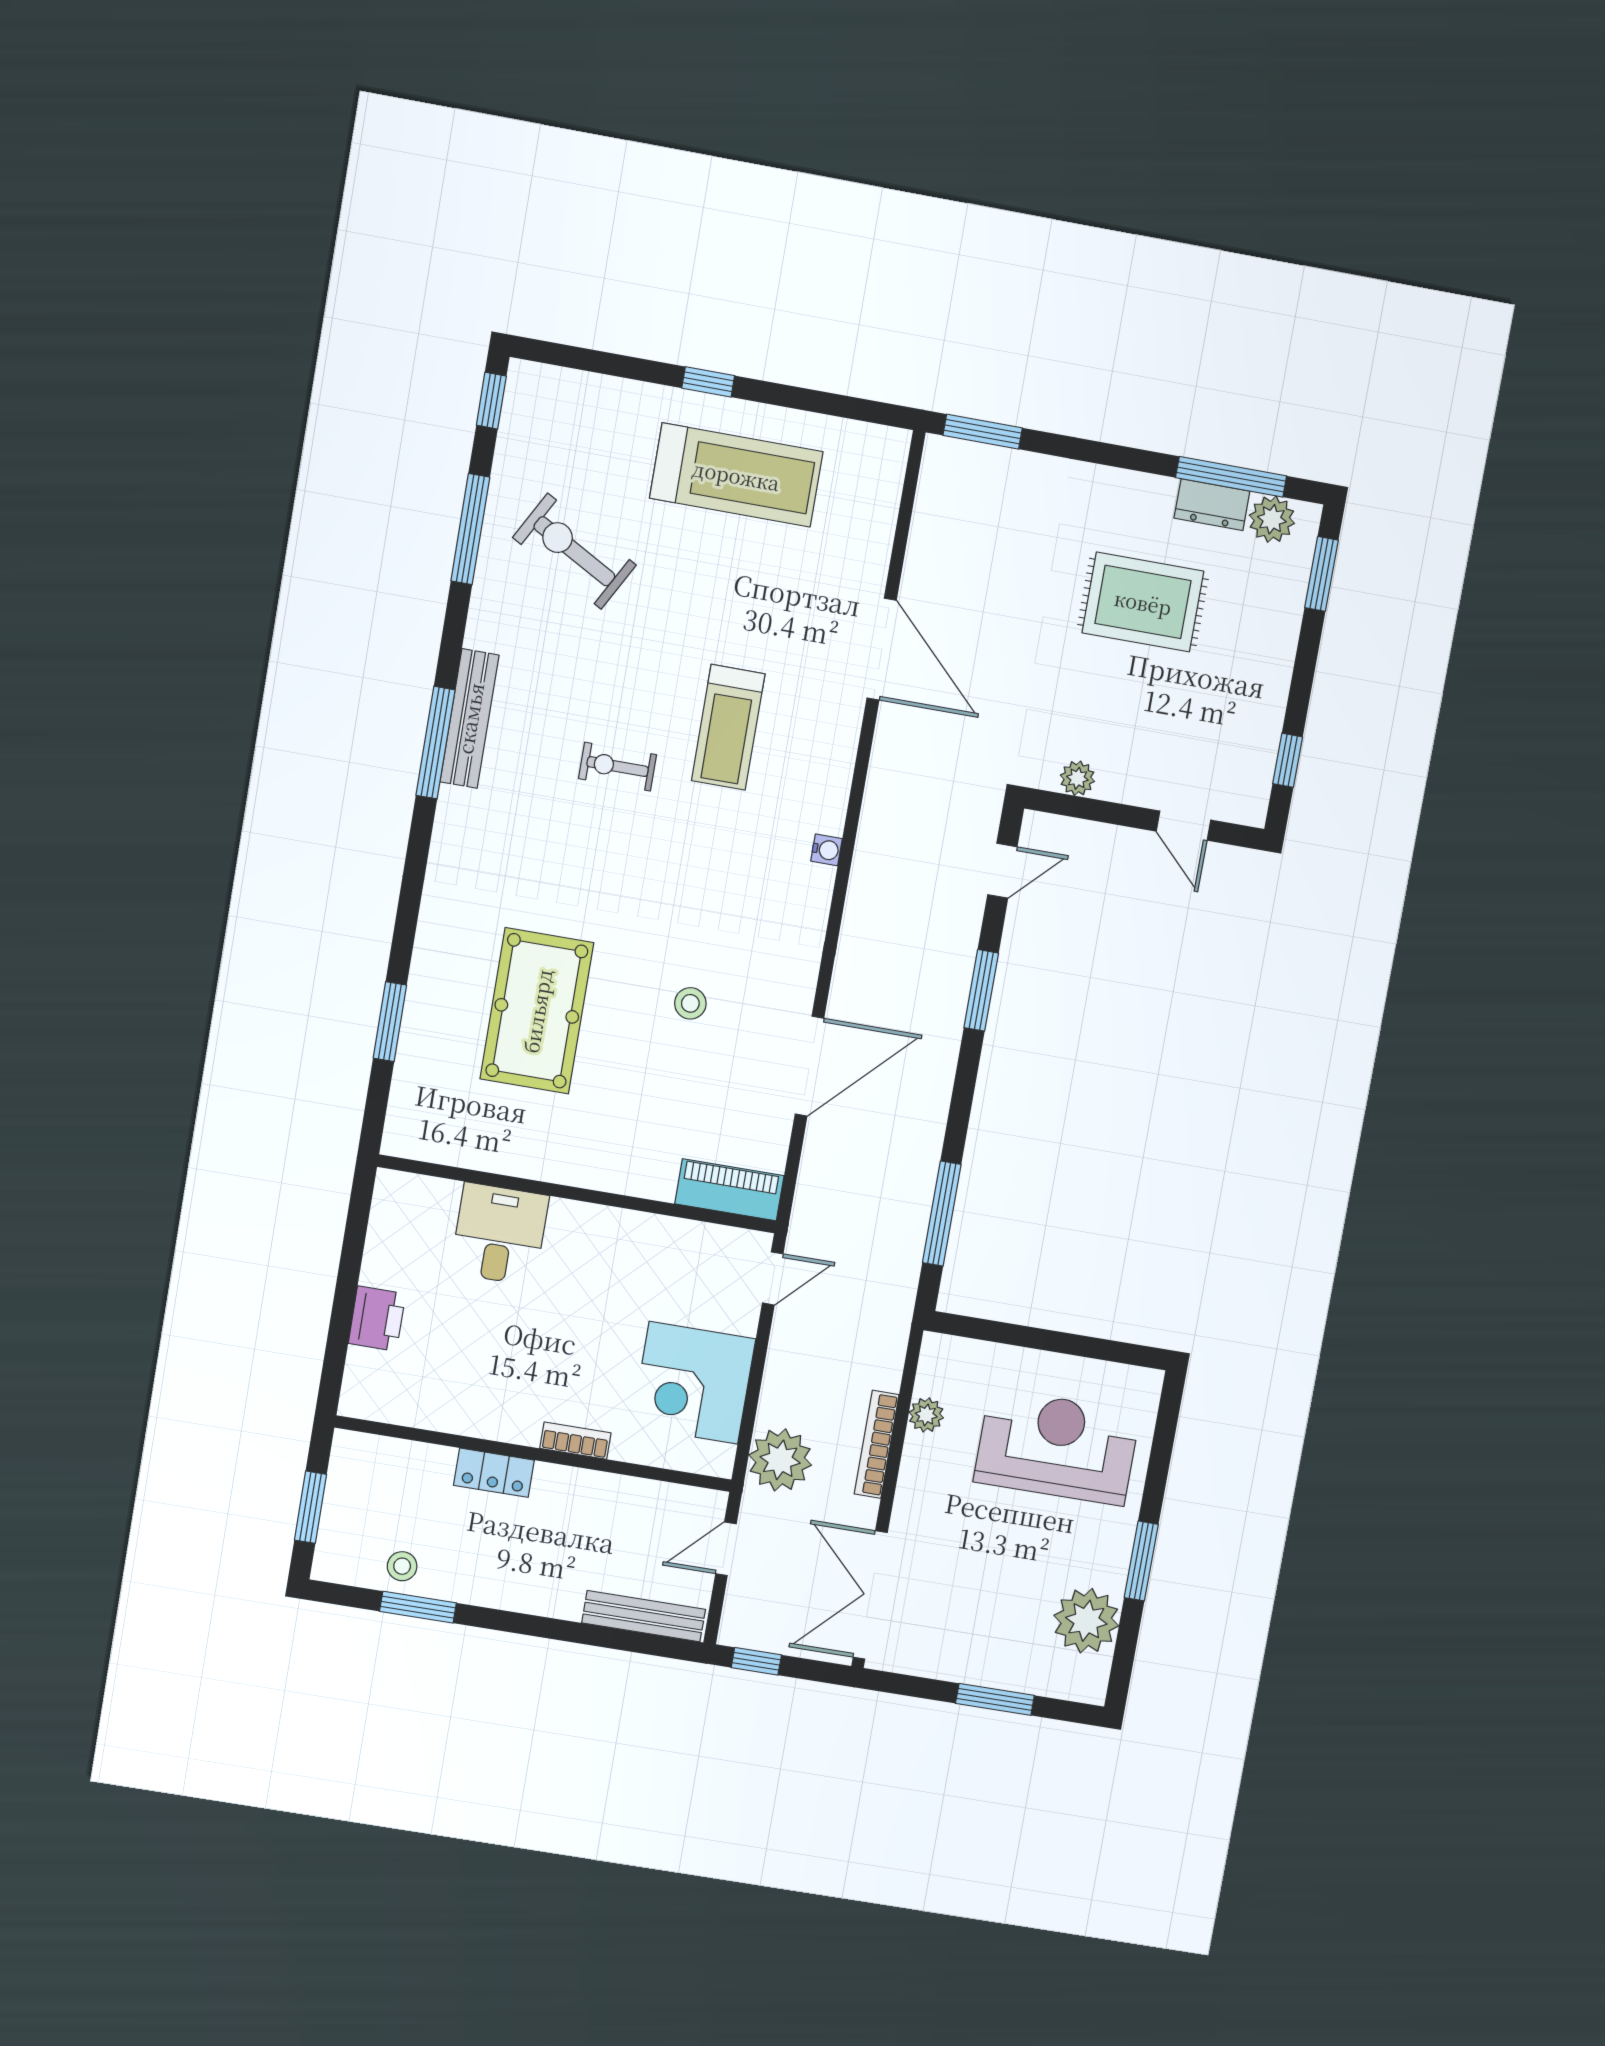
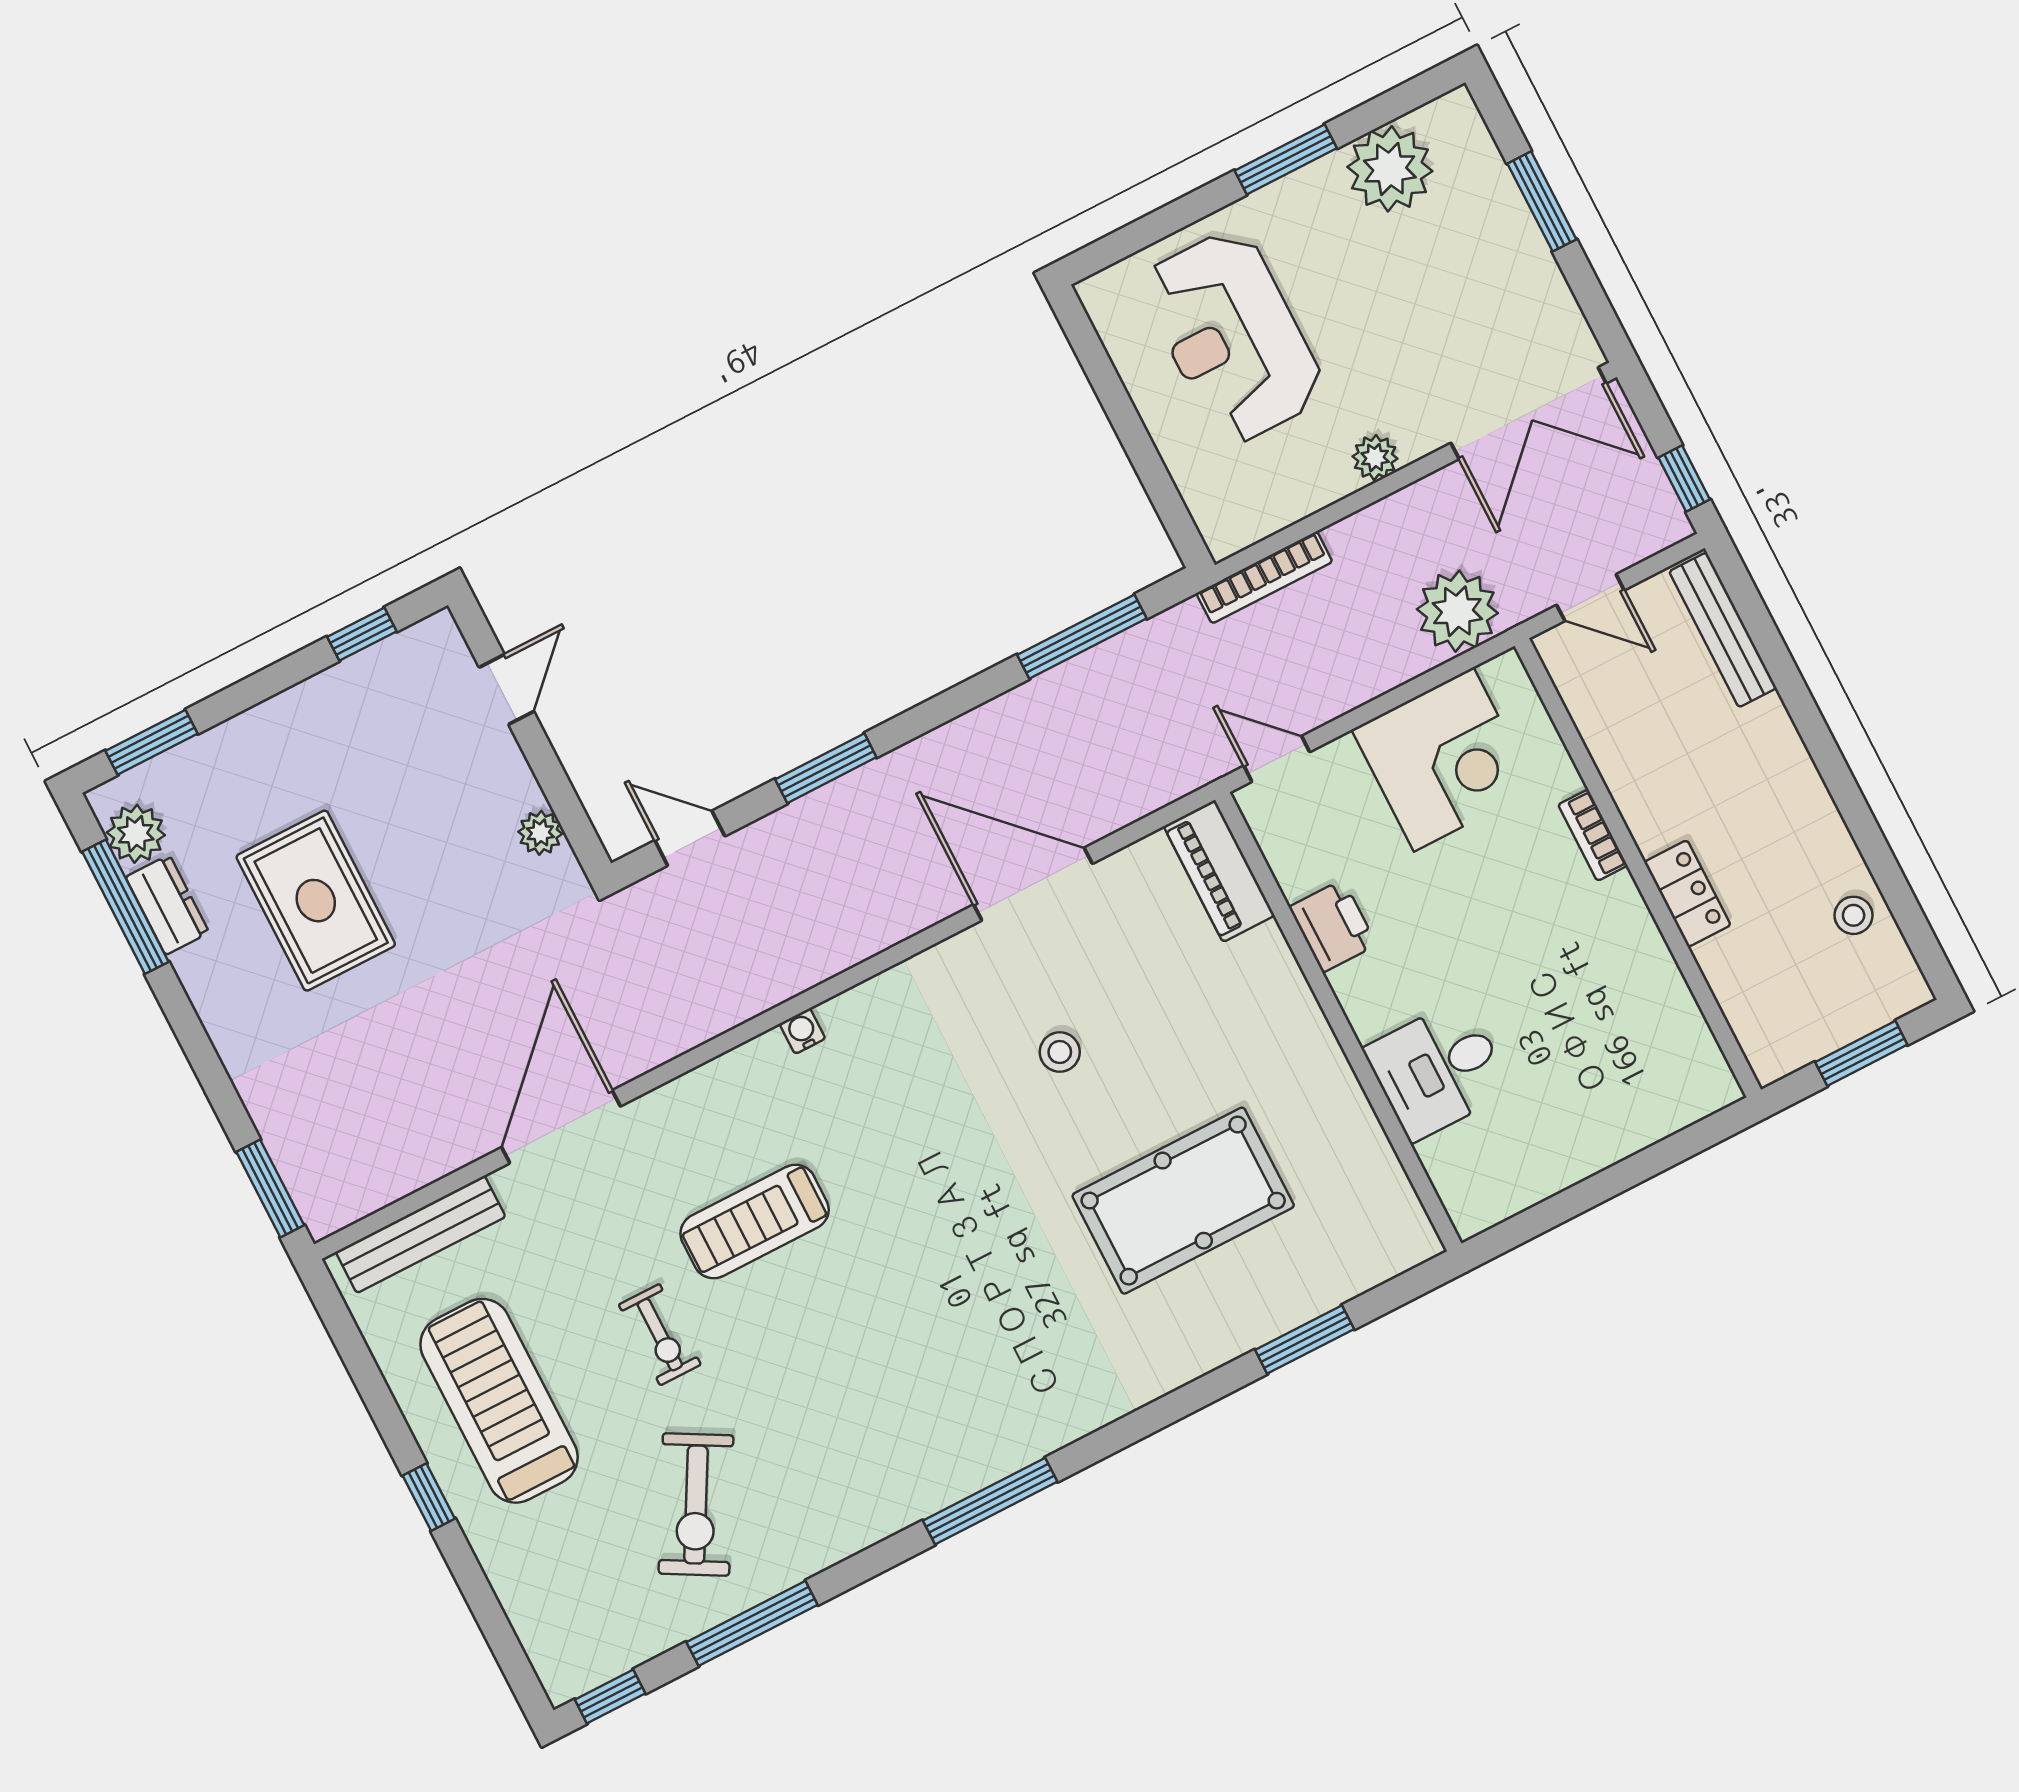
bench: (470, 718) -> (421, 1234), moved
treadmill: (728, 727) -> (755, 1222), turned 180
exercise bike: (618, 767) -> (660, 1335), moved
printer: (377, 1319) -> (1333, 926), moved, turned 90
plant: (926, 1415) -> (1375, 458), moved
bookcase: (877, 1444) -> (1264, 577), moved
window: (418, 1607) -> (1884, 868), removed

